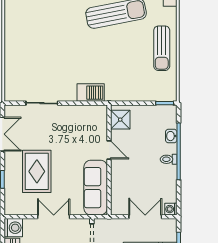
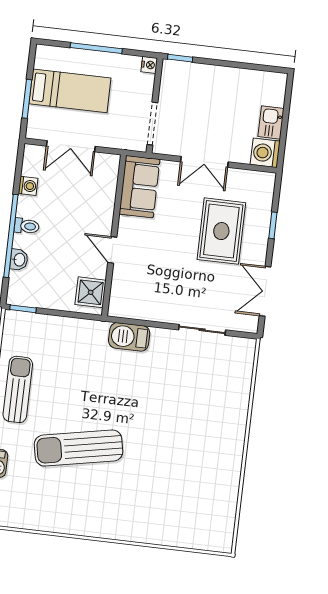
sofa: (96, 188) -> (139, 187), width x0.73
washing machine: (171, 209) -> (28, 186), moved

